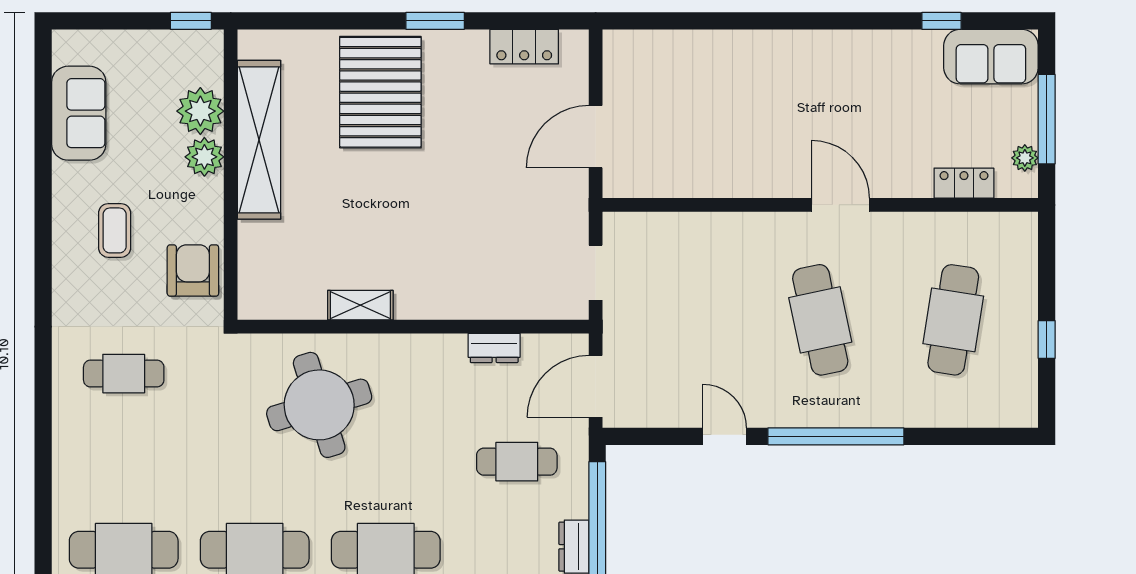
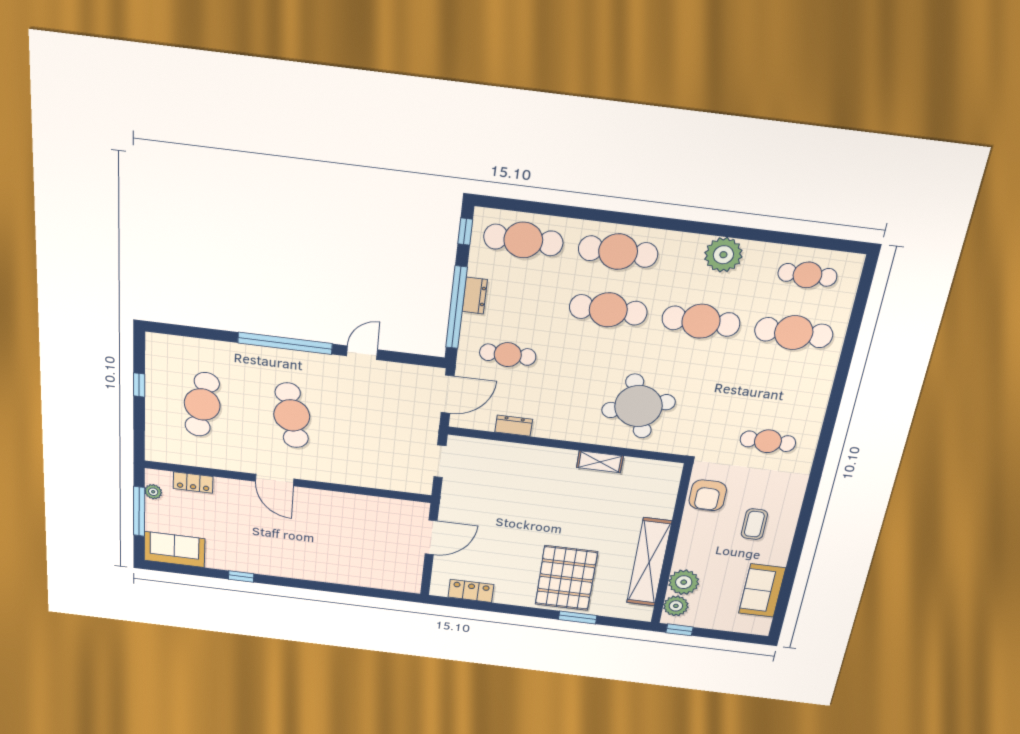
window: (435, 21) -> (578, 617), moved
window: (941, 21) -> (241, 576), moved
plant: (204, 157) -> (676, 606), moved
door: (725, 436) -> (362, 353), swing flipped

